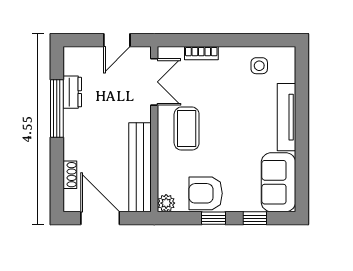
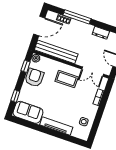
window: (57, 109) -> (77, 17), moved
window: (214, 218) -> (26, 66), moved

